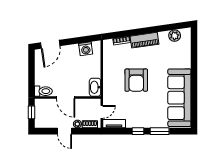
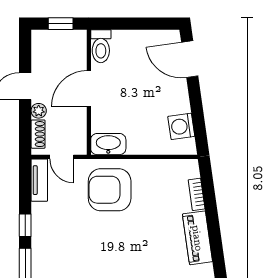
armchair: (136, 80) -> (110, 190), moved

